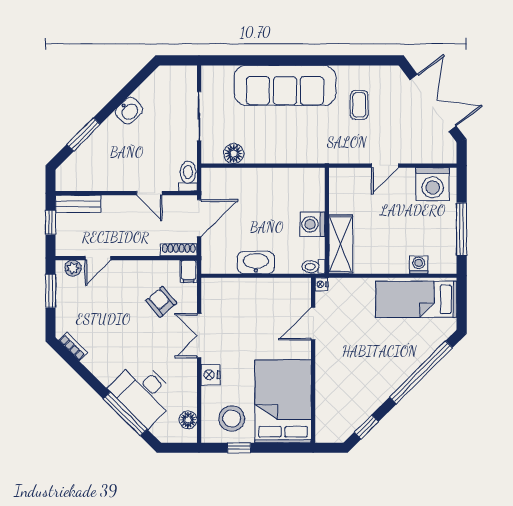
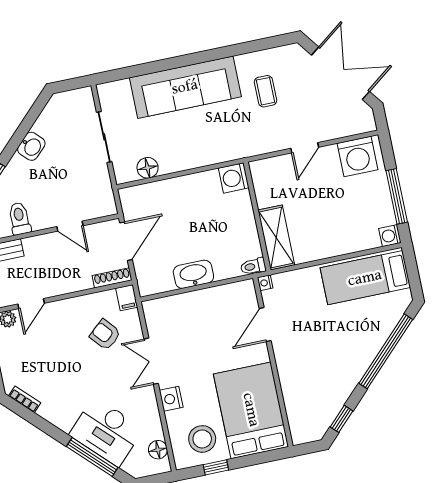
toilet: (188, 176) -> (19, 219), moved
washing machine: (313, 224) -> (234, 178), moved
washing machine: (419, 265) -> (390, 236), moved, turned -90

